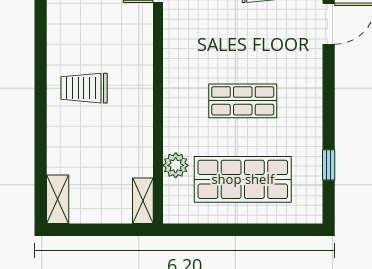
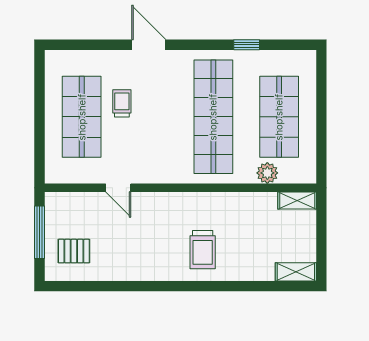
shop shelf: (243, 101) -> (213, 117), width x2.00, depth x1.36
window: (329, 165) -> (247, 45), moved

